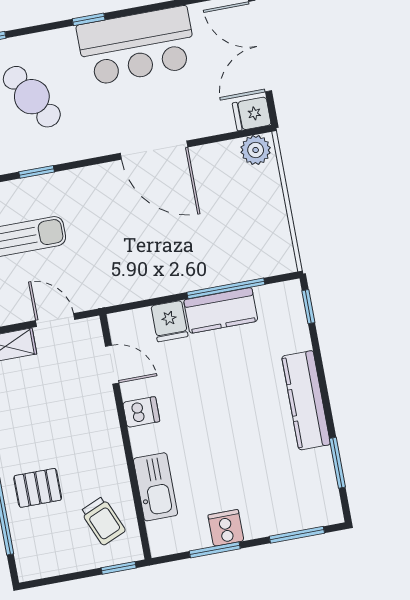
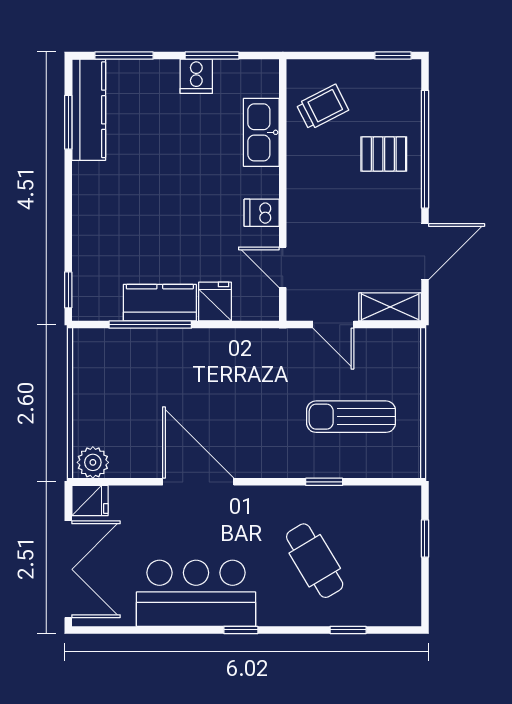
kitchen counter: (306, 400) -> (89, 110), moved
trolley: (103, 521) -> (322, 107), turned 86
window: (119, 568) -> (393, 56), moved

